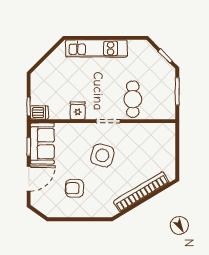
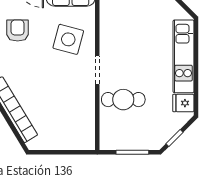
fridge: (78, 111) -> (183, 103), moved, turned 180
side table: (102, 155) -> (68, 39), moved

